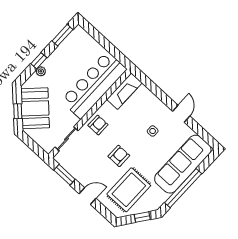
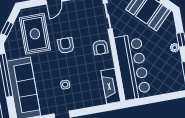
plant: (41, 71) -> (175, 48), moved
armchair: (119, 156) -> (66, 45), turned 180

